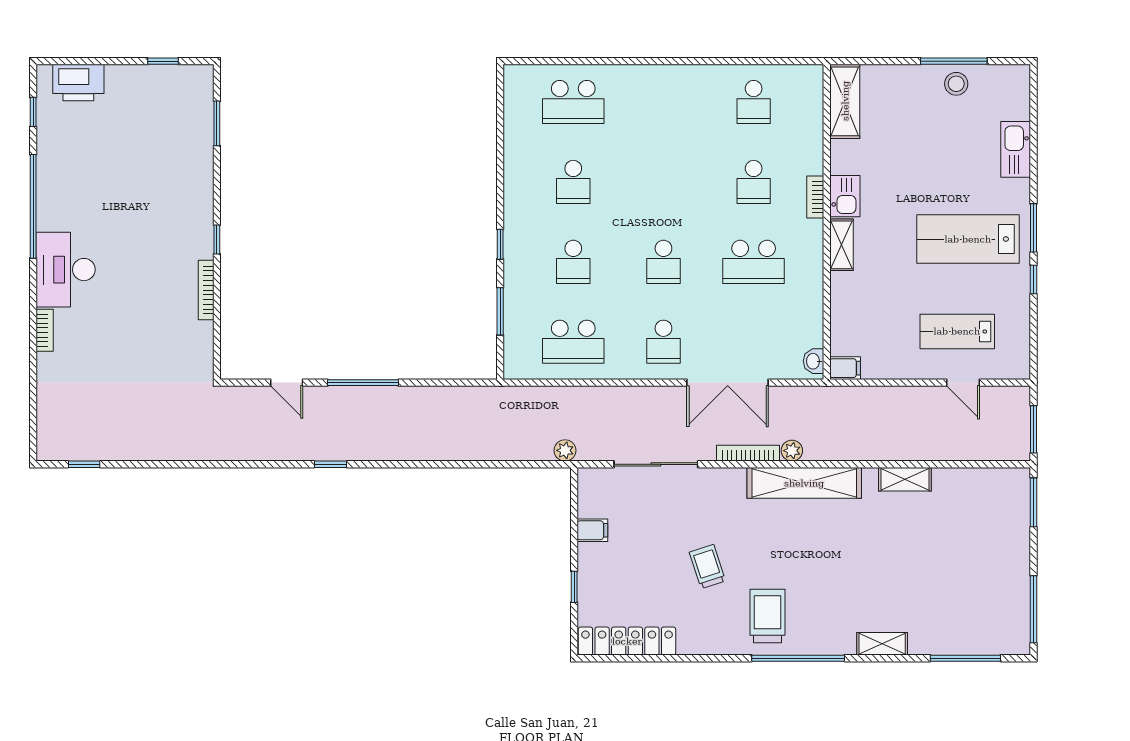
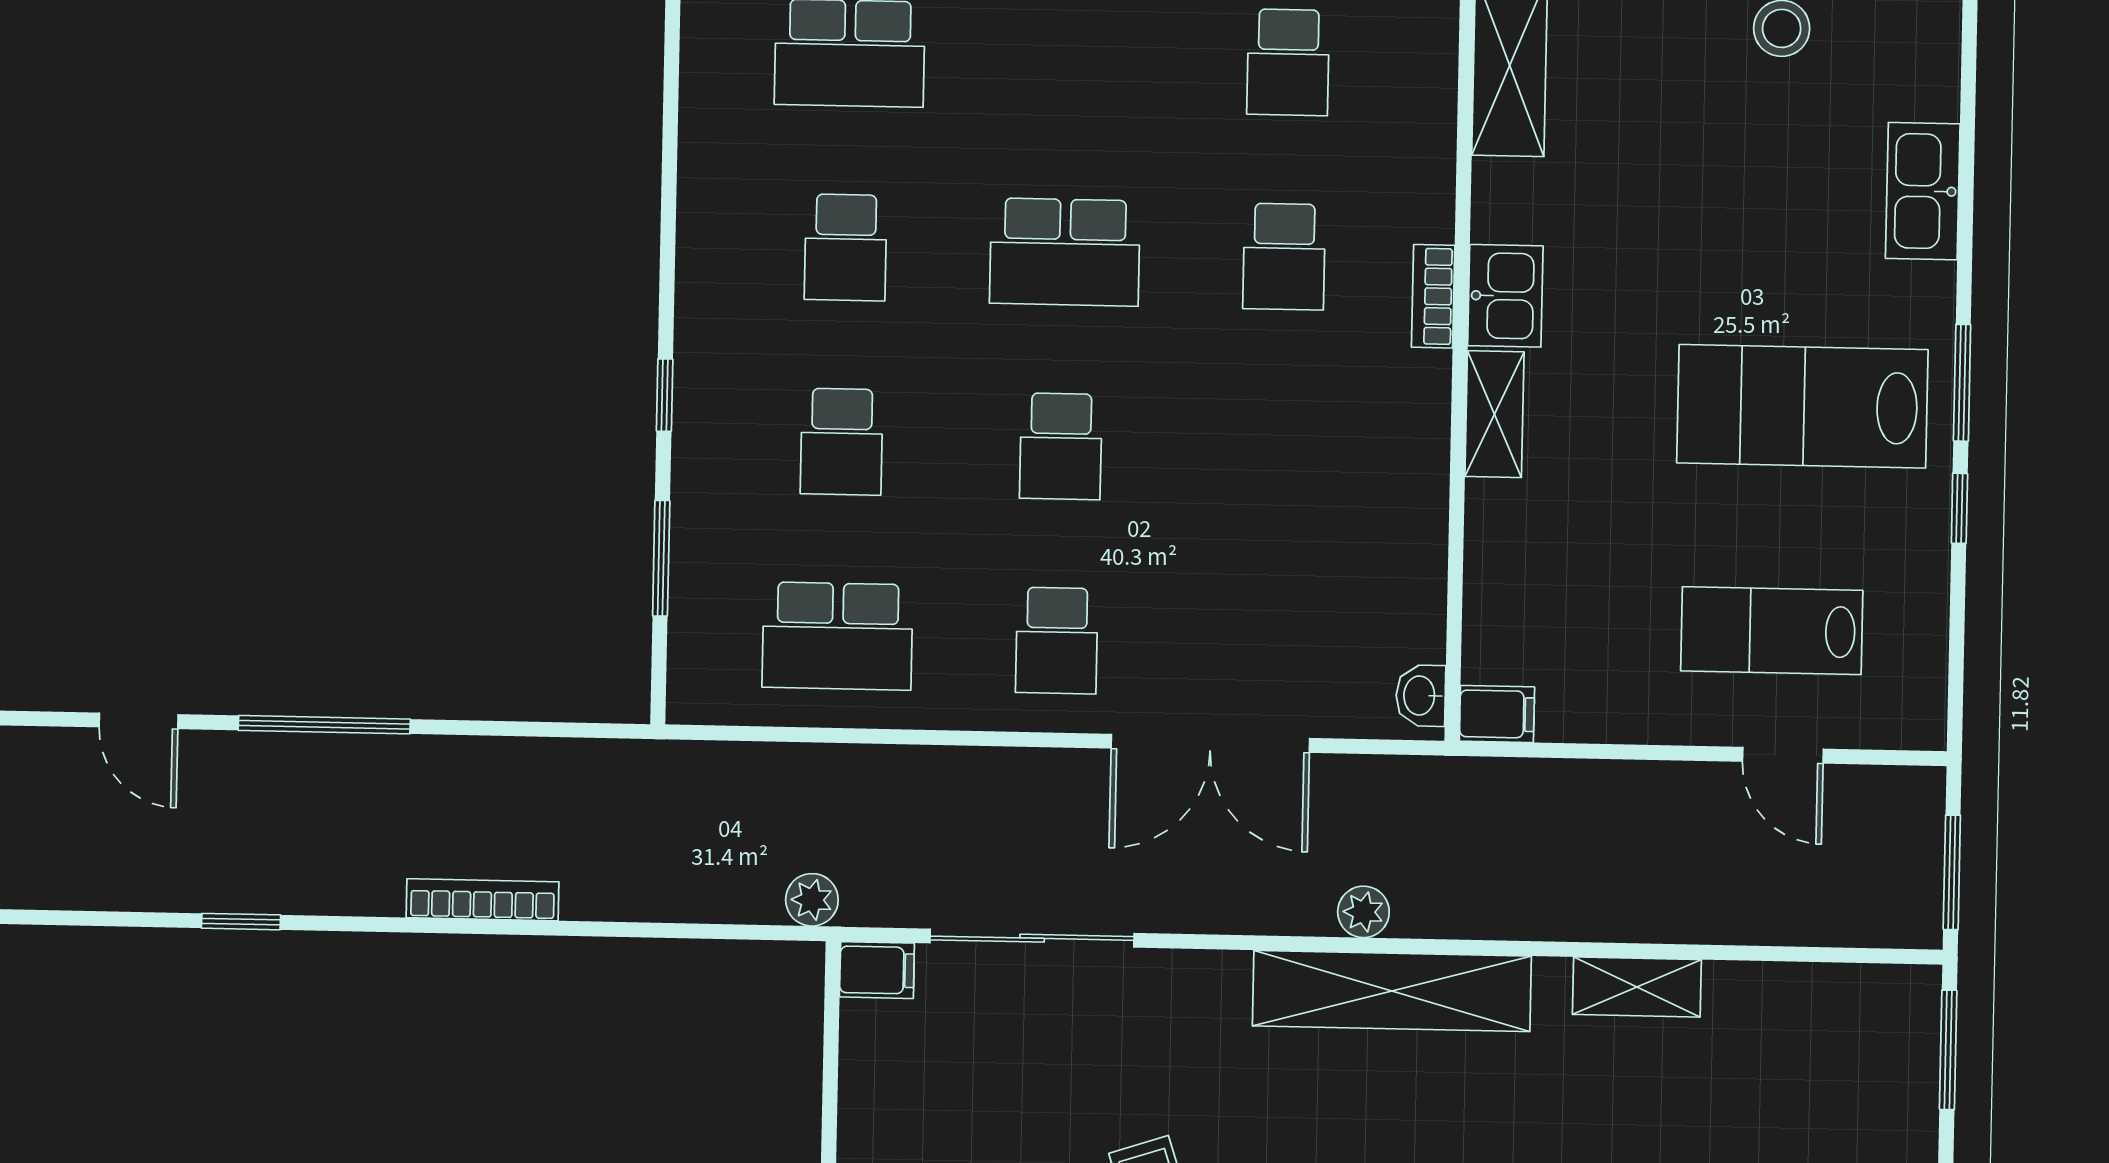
school desk: (754, 262) -> (1065, 252), moved
bookcase: (748, 453) -> (482, 900), moved
filing cabinet: (592, 530) -> (877, 970), moved

